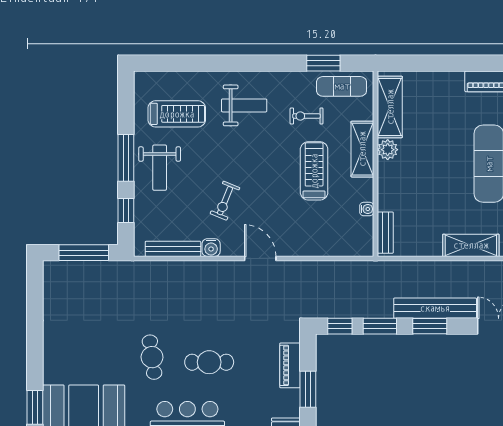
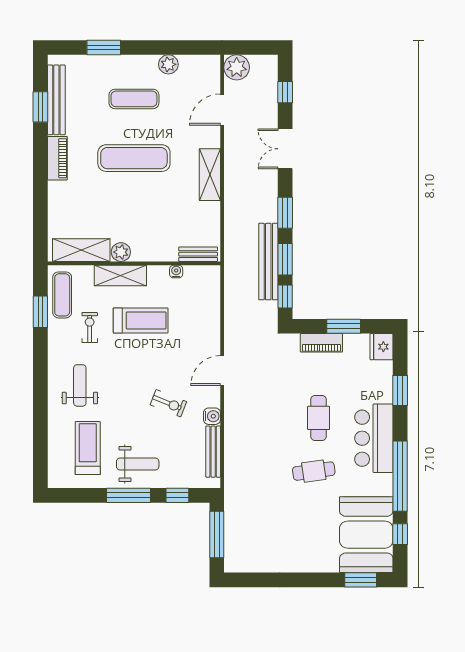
exercise bike: (306, 116) -> (90, 327), turned 180
treadmill: (314, 171) -> (141, 320), turned 180
bench: (435, 308) -> (268, 262), moved

